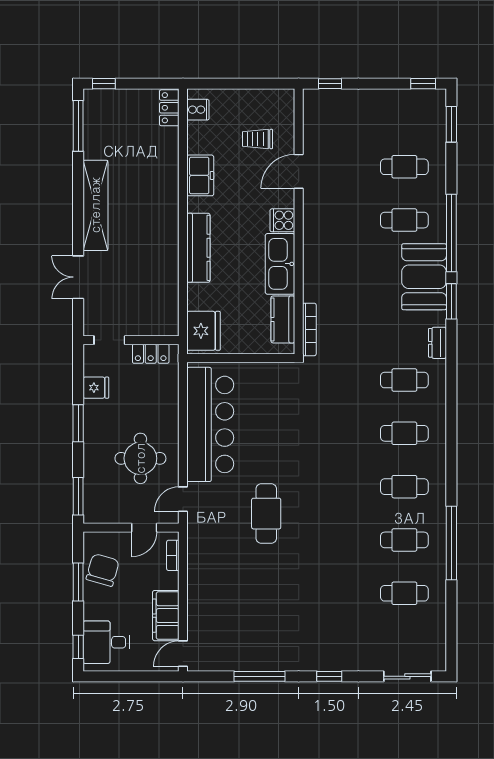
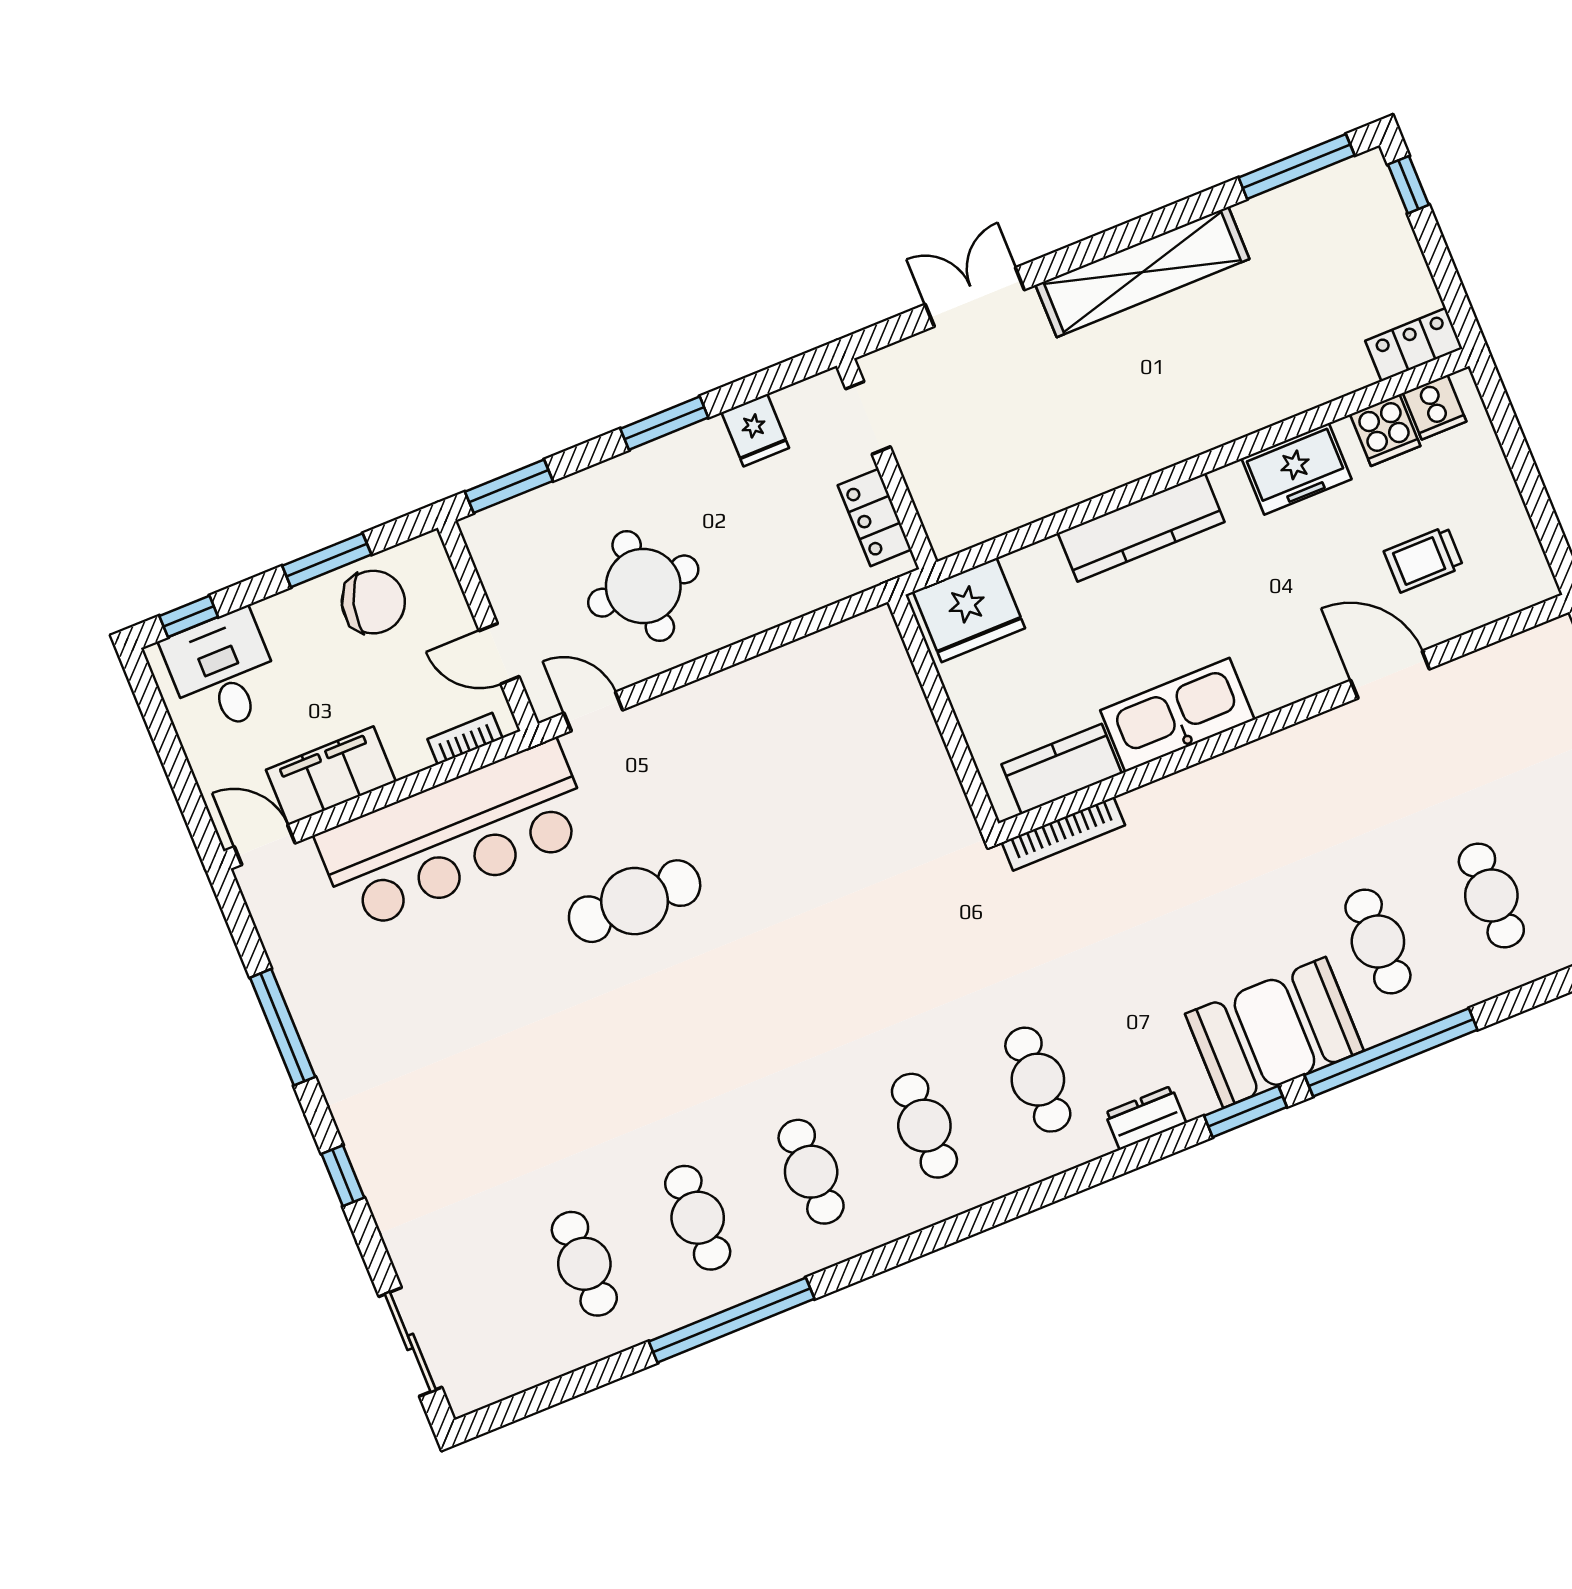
trolley: (258, 139) -> (1424, 559), turned -90
cooker: (282, 220) -> (1385, 430), moved, turned 180
bar counter: (210, 424) -> (455, 835), moved

